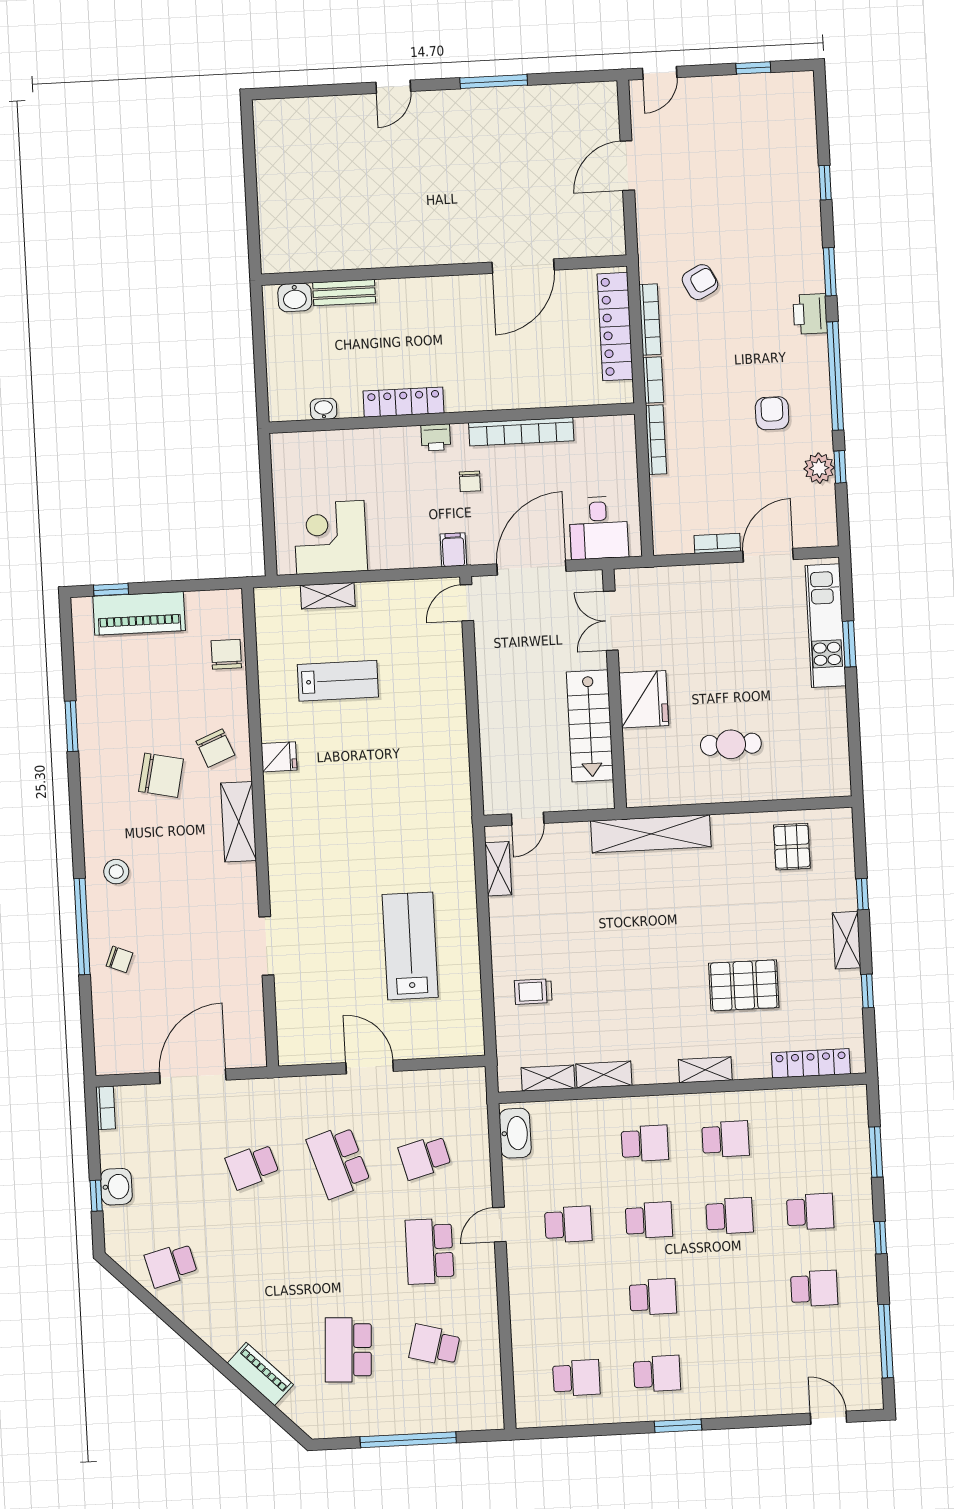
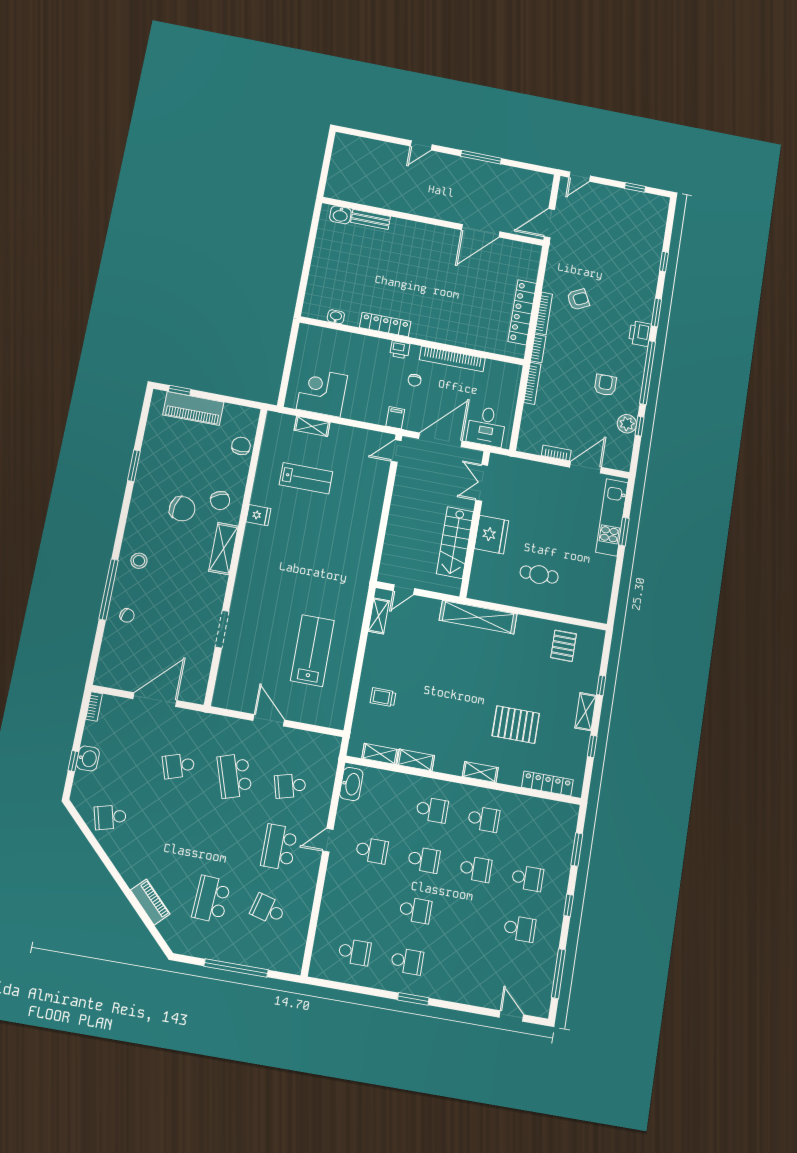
door: (523, 266) -> (481, 231), moved
wall: (444, 270) -> (433, 221), moved
bench: (344, 293) -> (371, 219), moved
washbasin: (295, 297) -> (340, 215), moved

